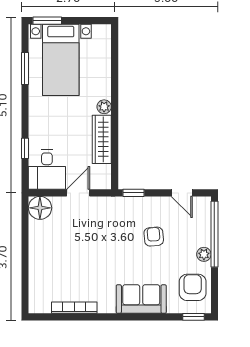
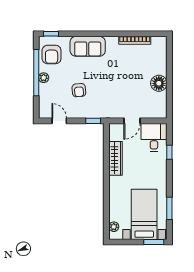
plant: (104, 107) -> (114, 227), moved
floor lamp: (40, 208) -> (159, 83), moved
window: (214, 234) -> (36, 73), moved

